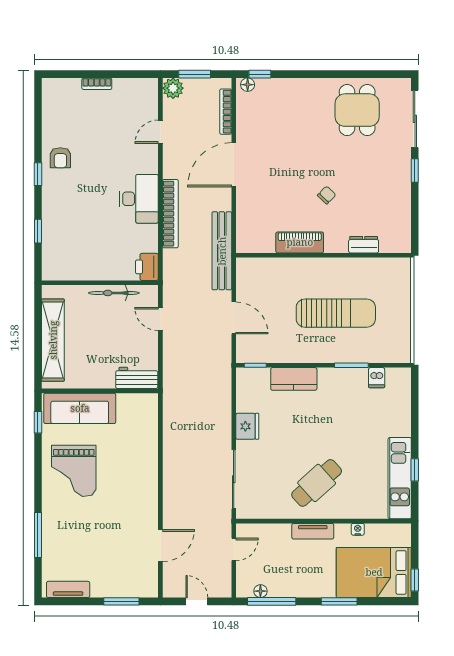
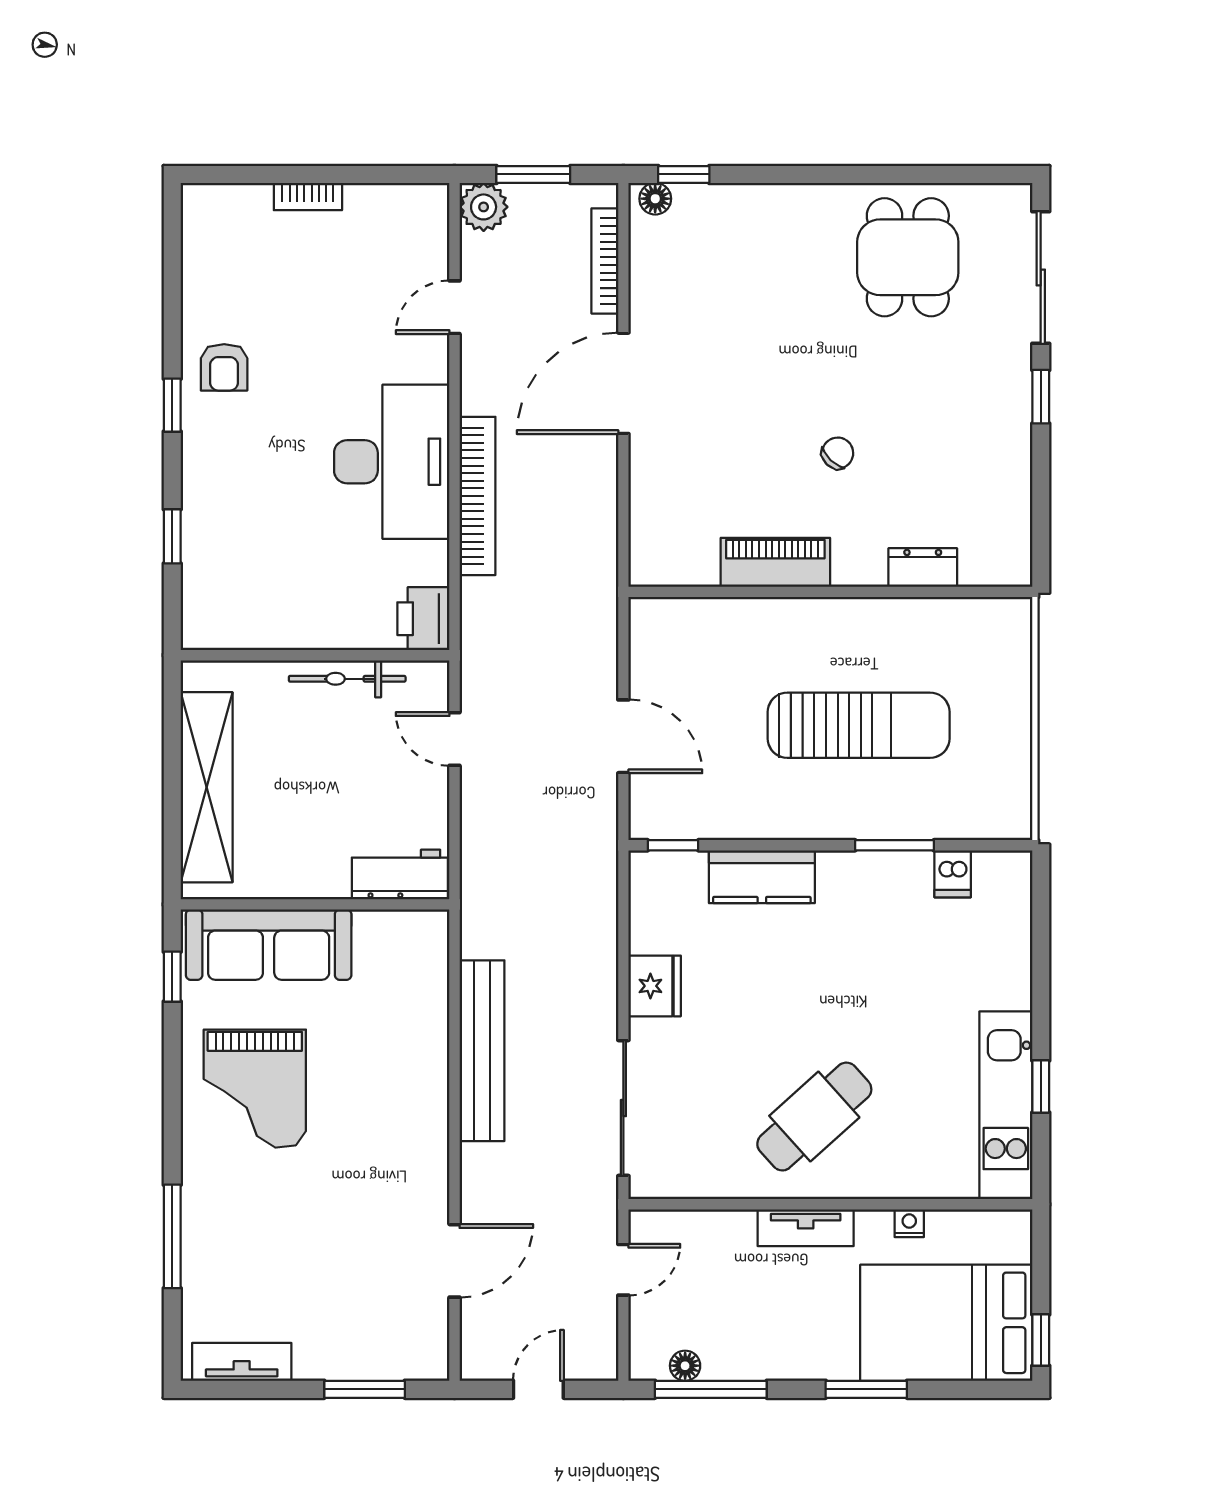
desk: (139, 199) -> (392, 462), width x1.36, depth x1.30
bench: (222, 251) -> (482, 1051), moved
door: (197, 601) -> (538, 1389), hinge flipped

